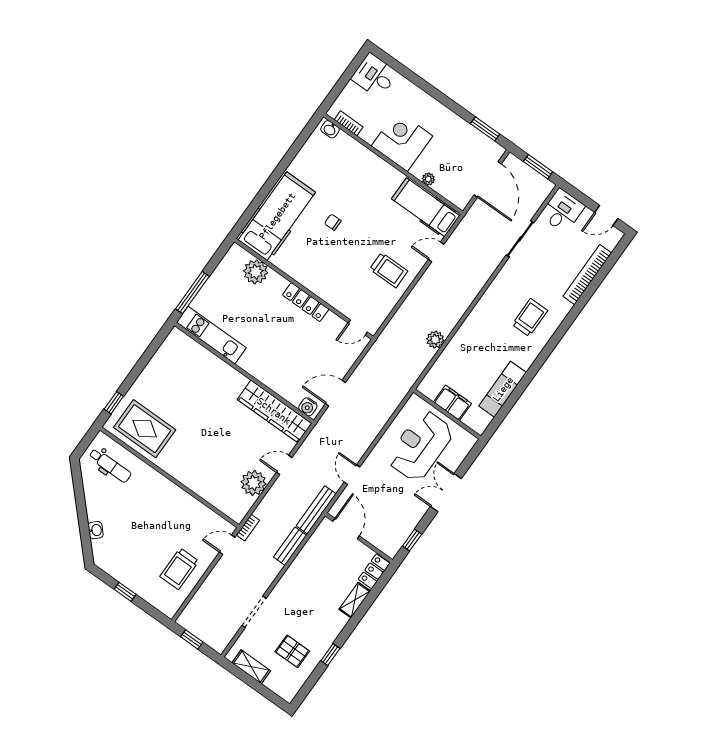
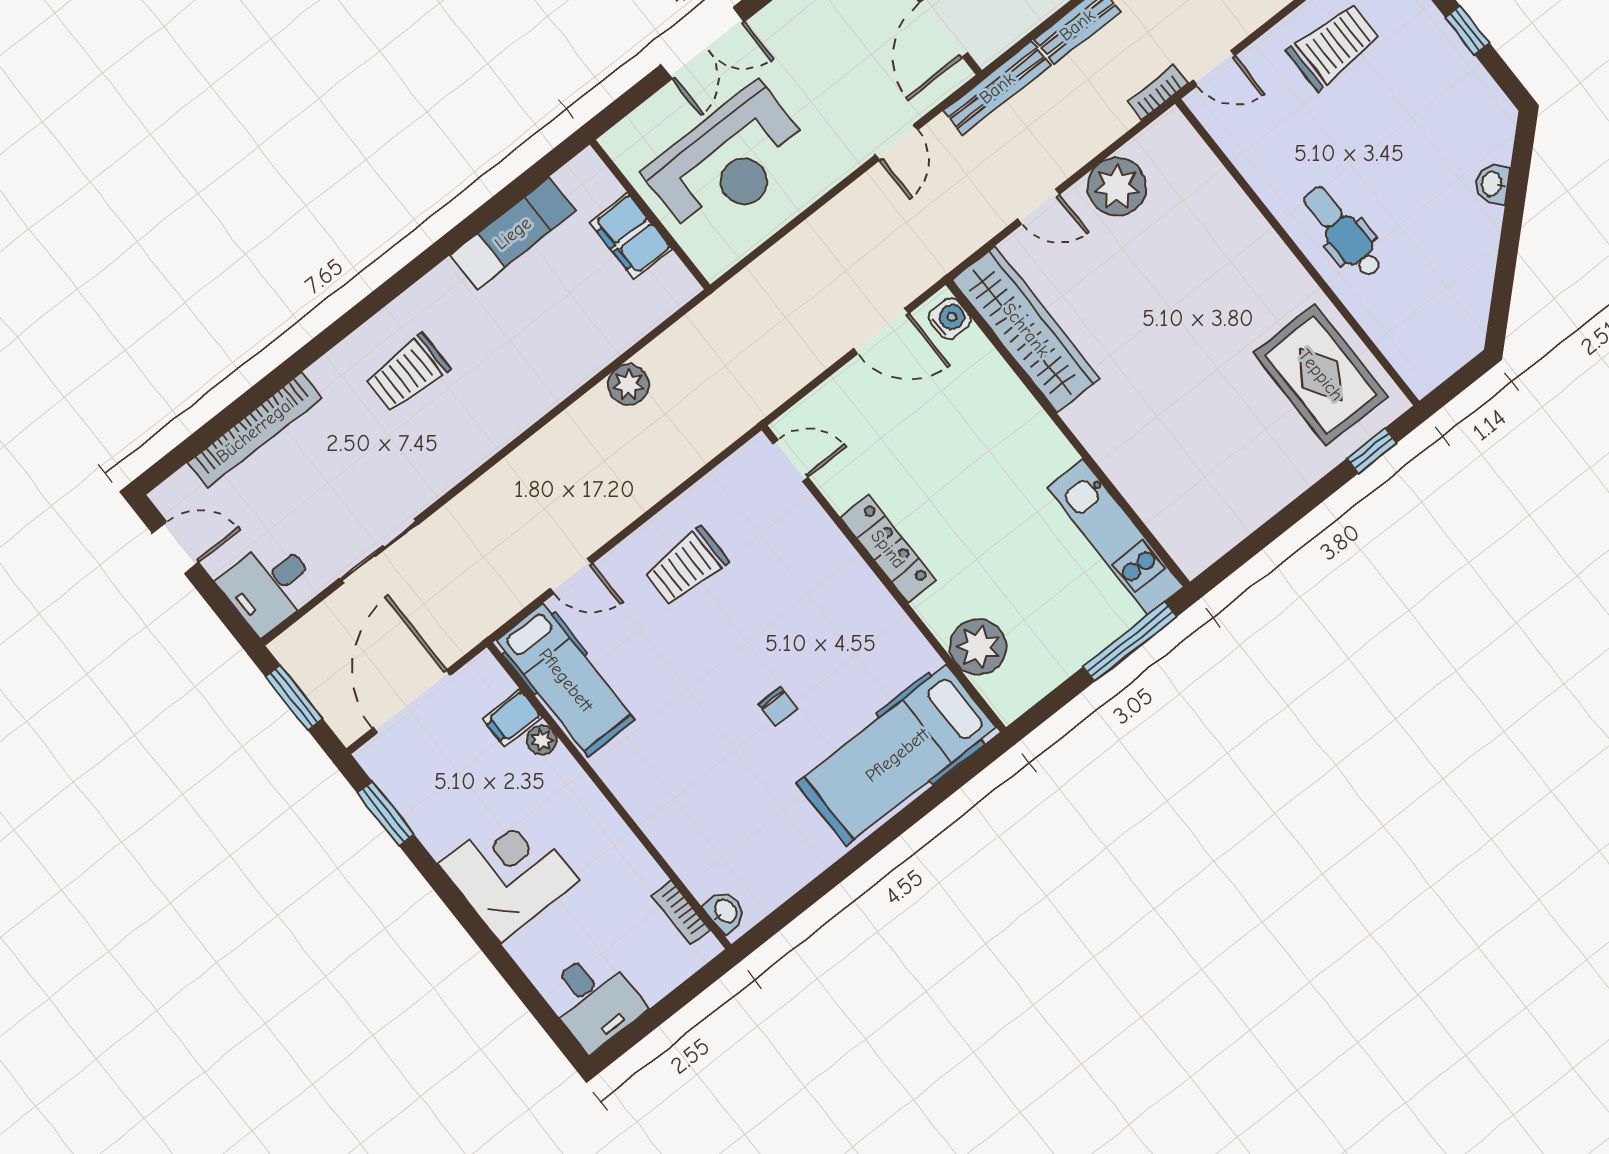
corner desk: (402, 141) -> (509, 872), moved, turned 180
filing cabinet: (443, 185) -> (512, 718), added
trolley: (389, 270) -> (686, 566), turned -90
dental chair: (110, 465) -> (1343, 232), moved

